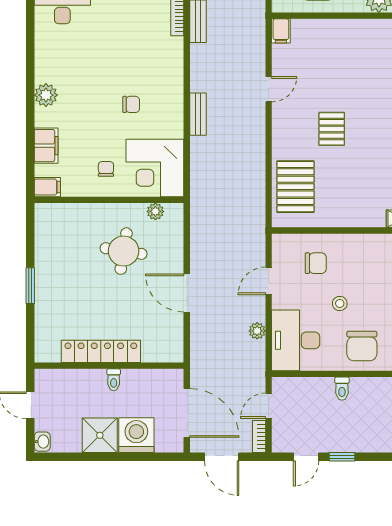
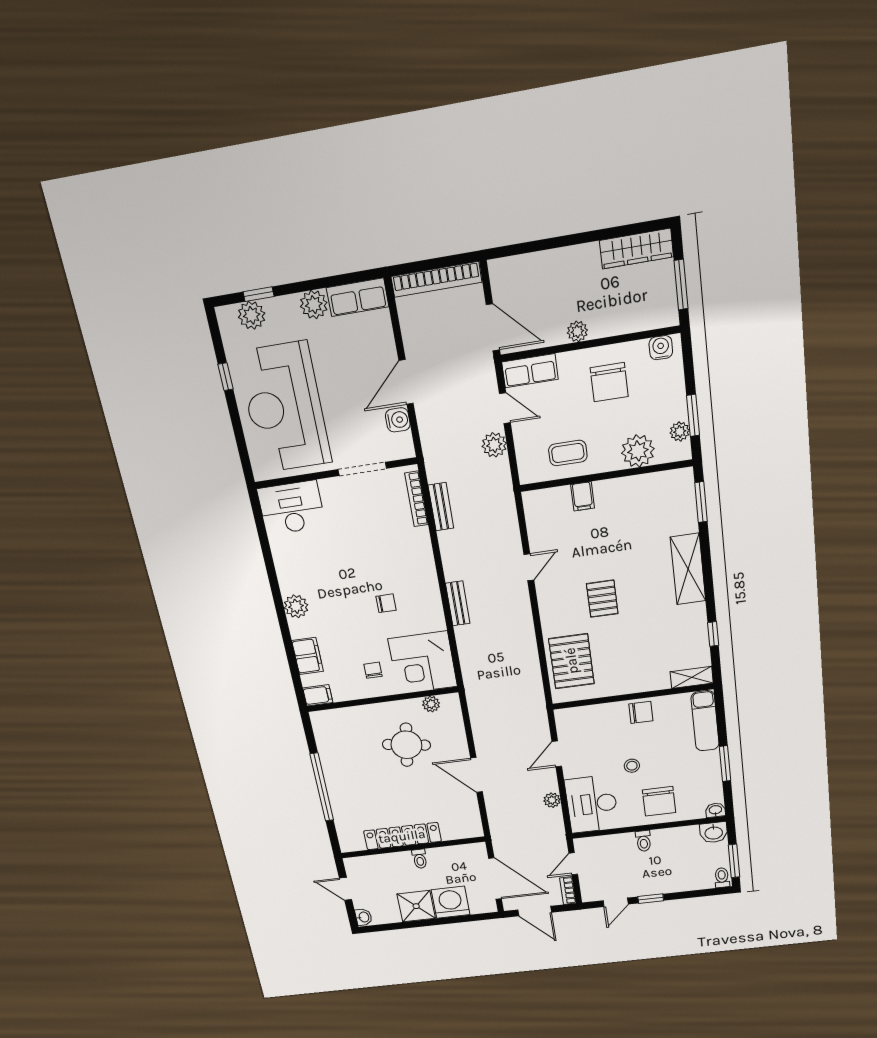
filing cabinet: (281, 31) -> (583, 496), moved
chair: (316, 263) -> (641, 712), moved
window: (30, 286) -> (322, 787), width x2.11

